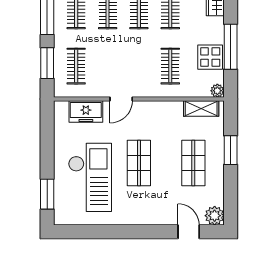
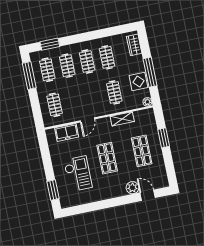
window: (47, 63) -> (36, 107), removed
shelving: (201, 109) -> (122, 119), moved
checkout: (90, 177) -> (78, 174), width x0.73, depth x0.83
plant: (215, 216) -> (132, 188), moved

